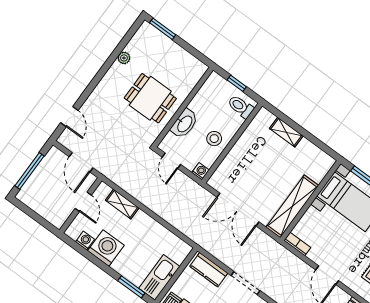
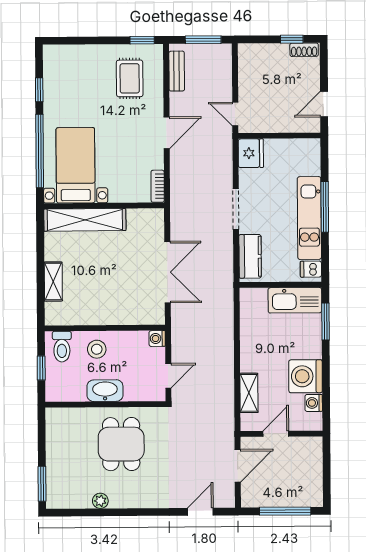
washbasin: (184, 124) -> (105, 391), moved
stool: (214, 139) -> (97, 349), moved
shelving: (292, 206) -> (85, 220), moved

